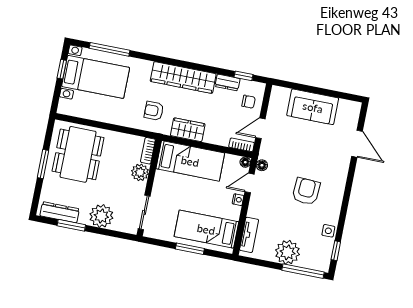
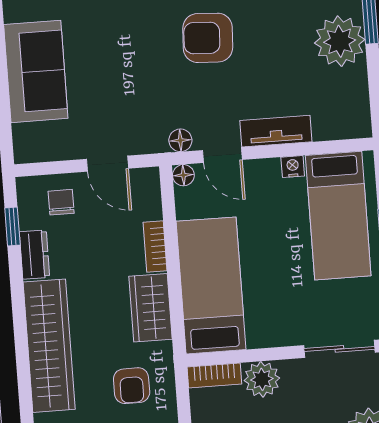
bookcase: (242, 145) -> (155, 246), moved
nightstand: (238, 200) -> (293, 167), moved
tv unit: (249, 235) -> (276, 131), moved

